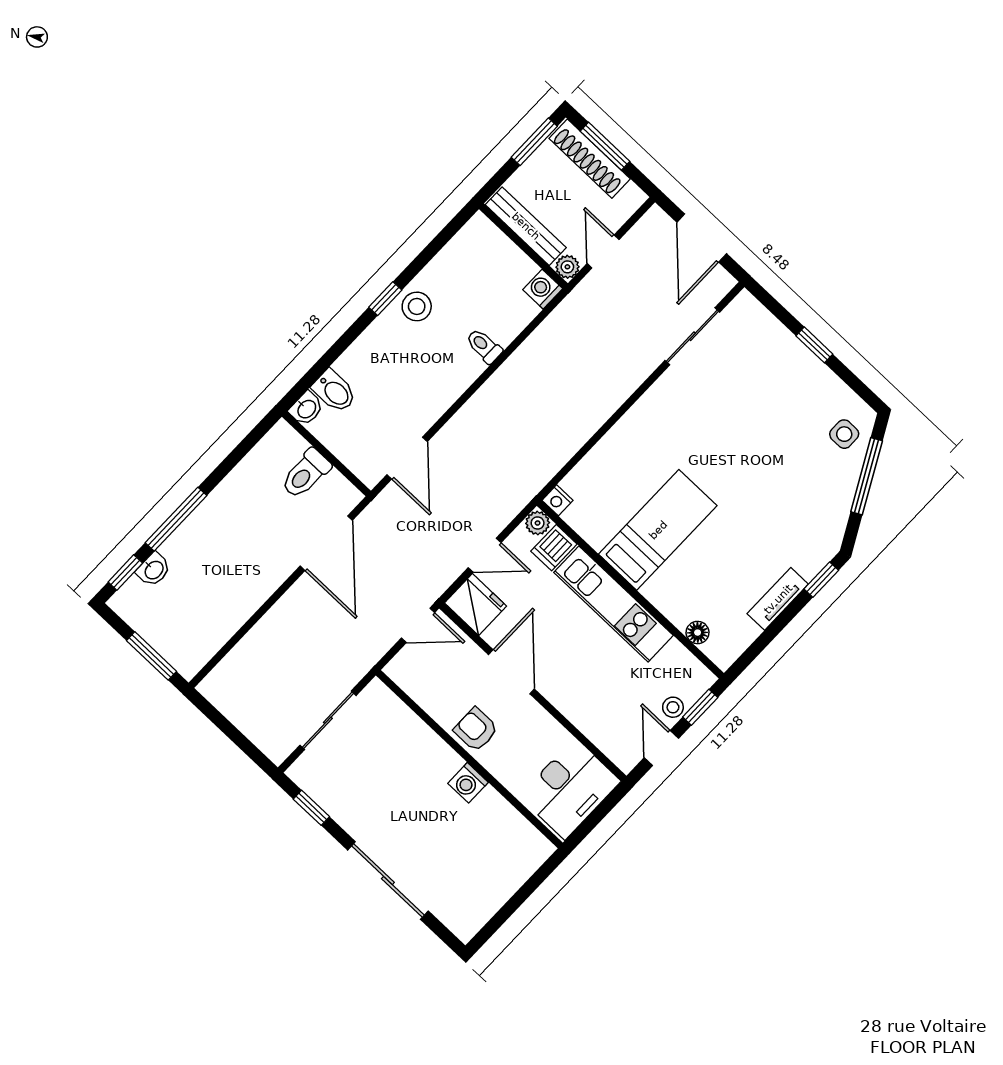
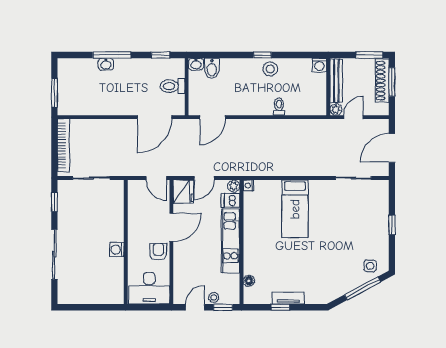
washing machine: (543, 289) -> (319, 65), moved, turned 180
bed: (658, 530) -> (295, 209), moved, turned 90
door: (485, 555) -> (204, 178), hinge flipped
washbasin: (154, 570) -> (106, 64), moved
window: (125, 573) -> (161, 55), moved
window: (821, 580) -> (280, 307), moved
bookcase: (241, 716) -> (63, 145), added
armchair: (476, 730) -> (158, 252), moved

